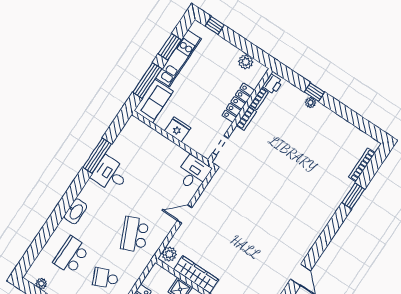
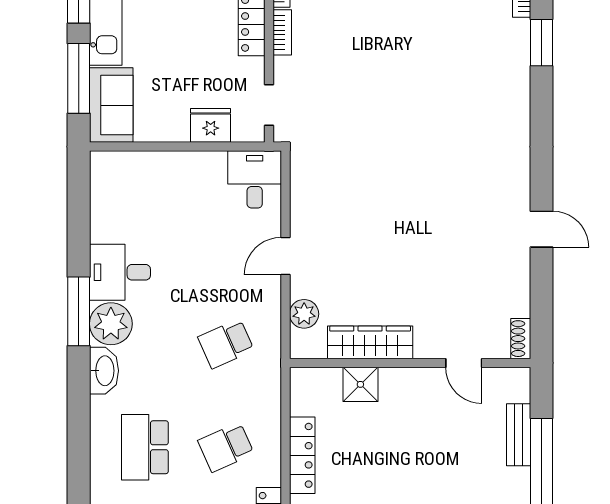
fridge: (178, 129) -> (211, 125), moved
window: (97, 156) -> (79, 311), moved
plant: (92, 193) -> (111, 324), added
school desk: (135, 234) -> (226, 344), width x0.54
plant: (169, 254) -> (304, 314), moved

